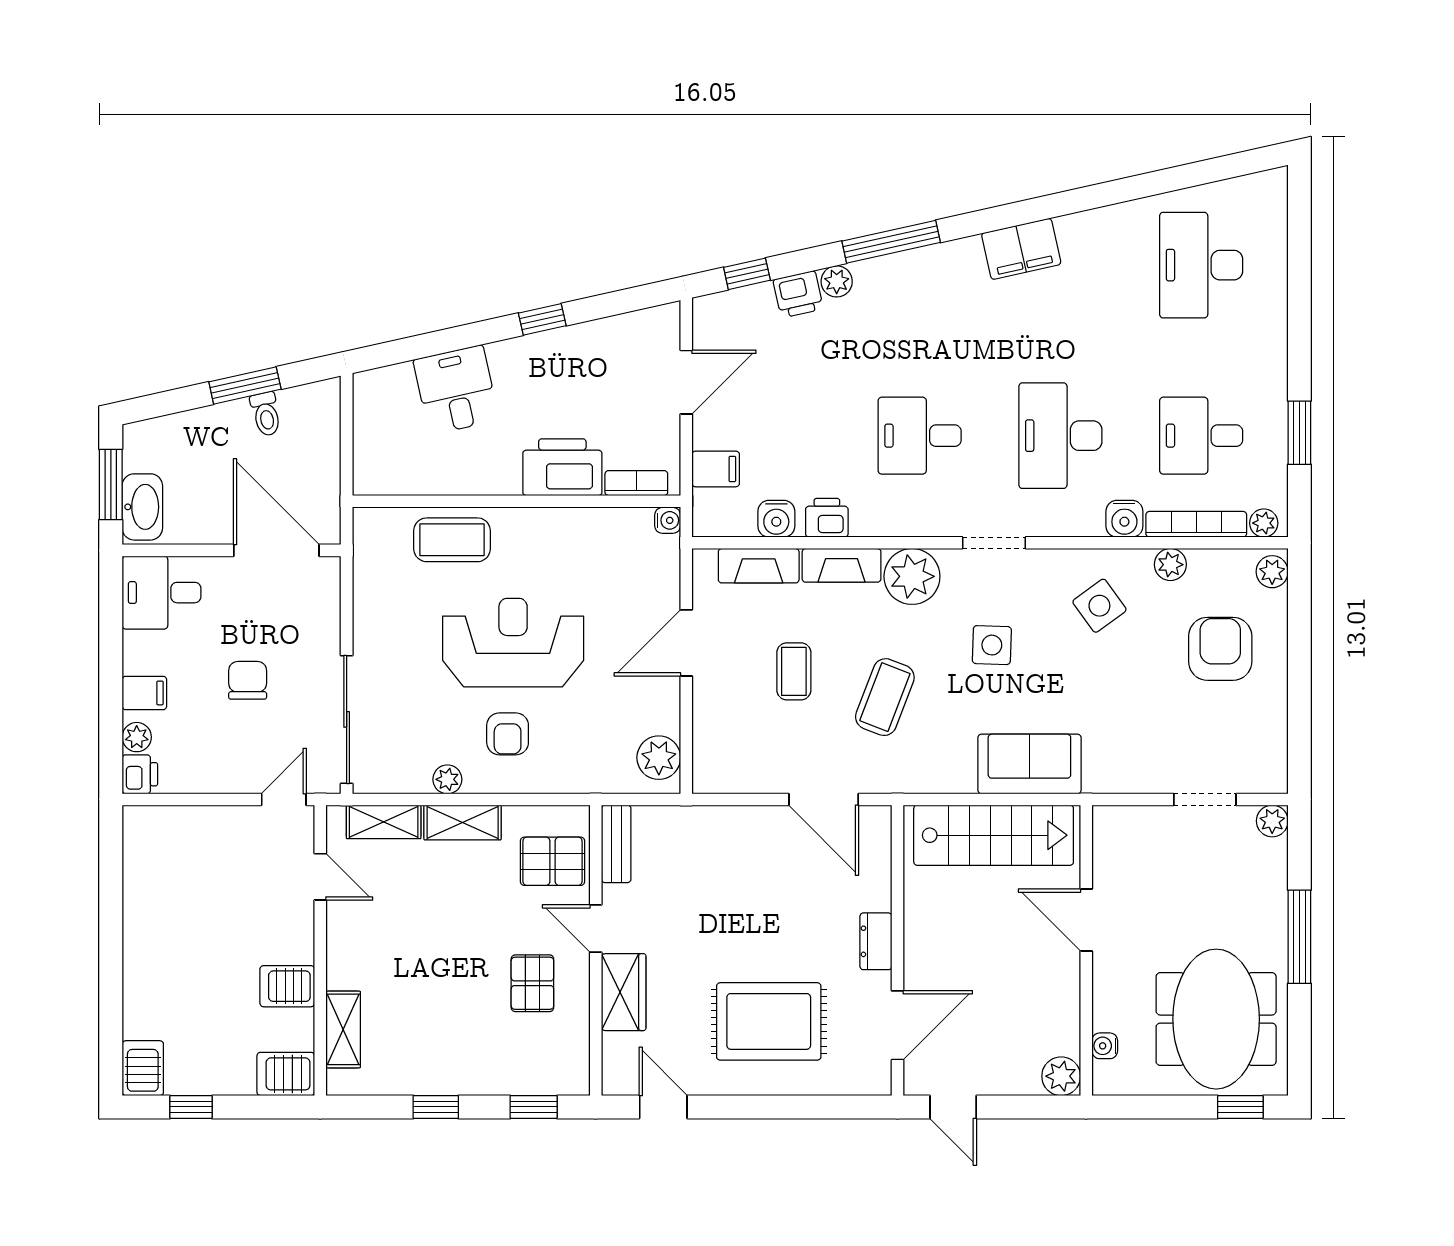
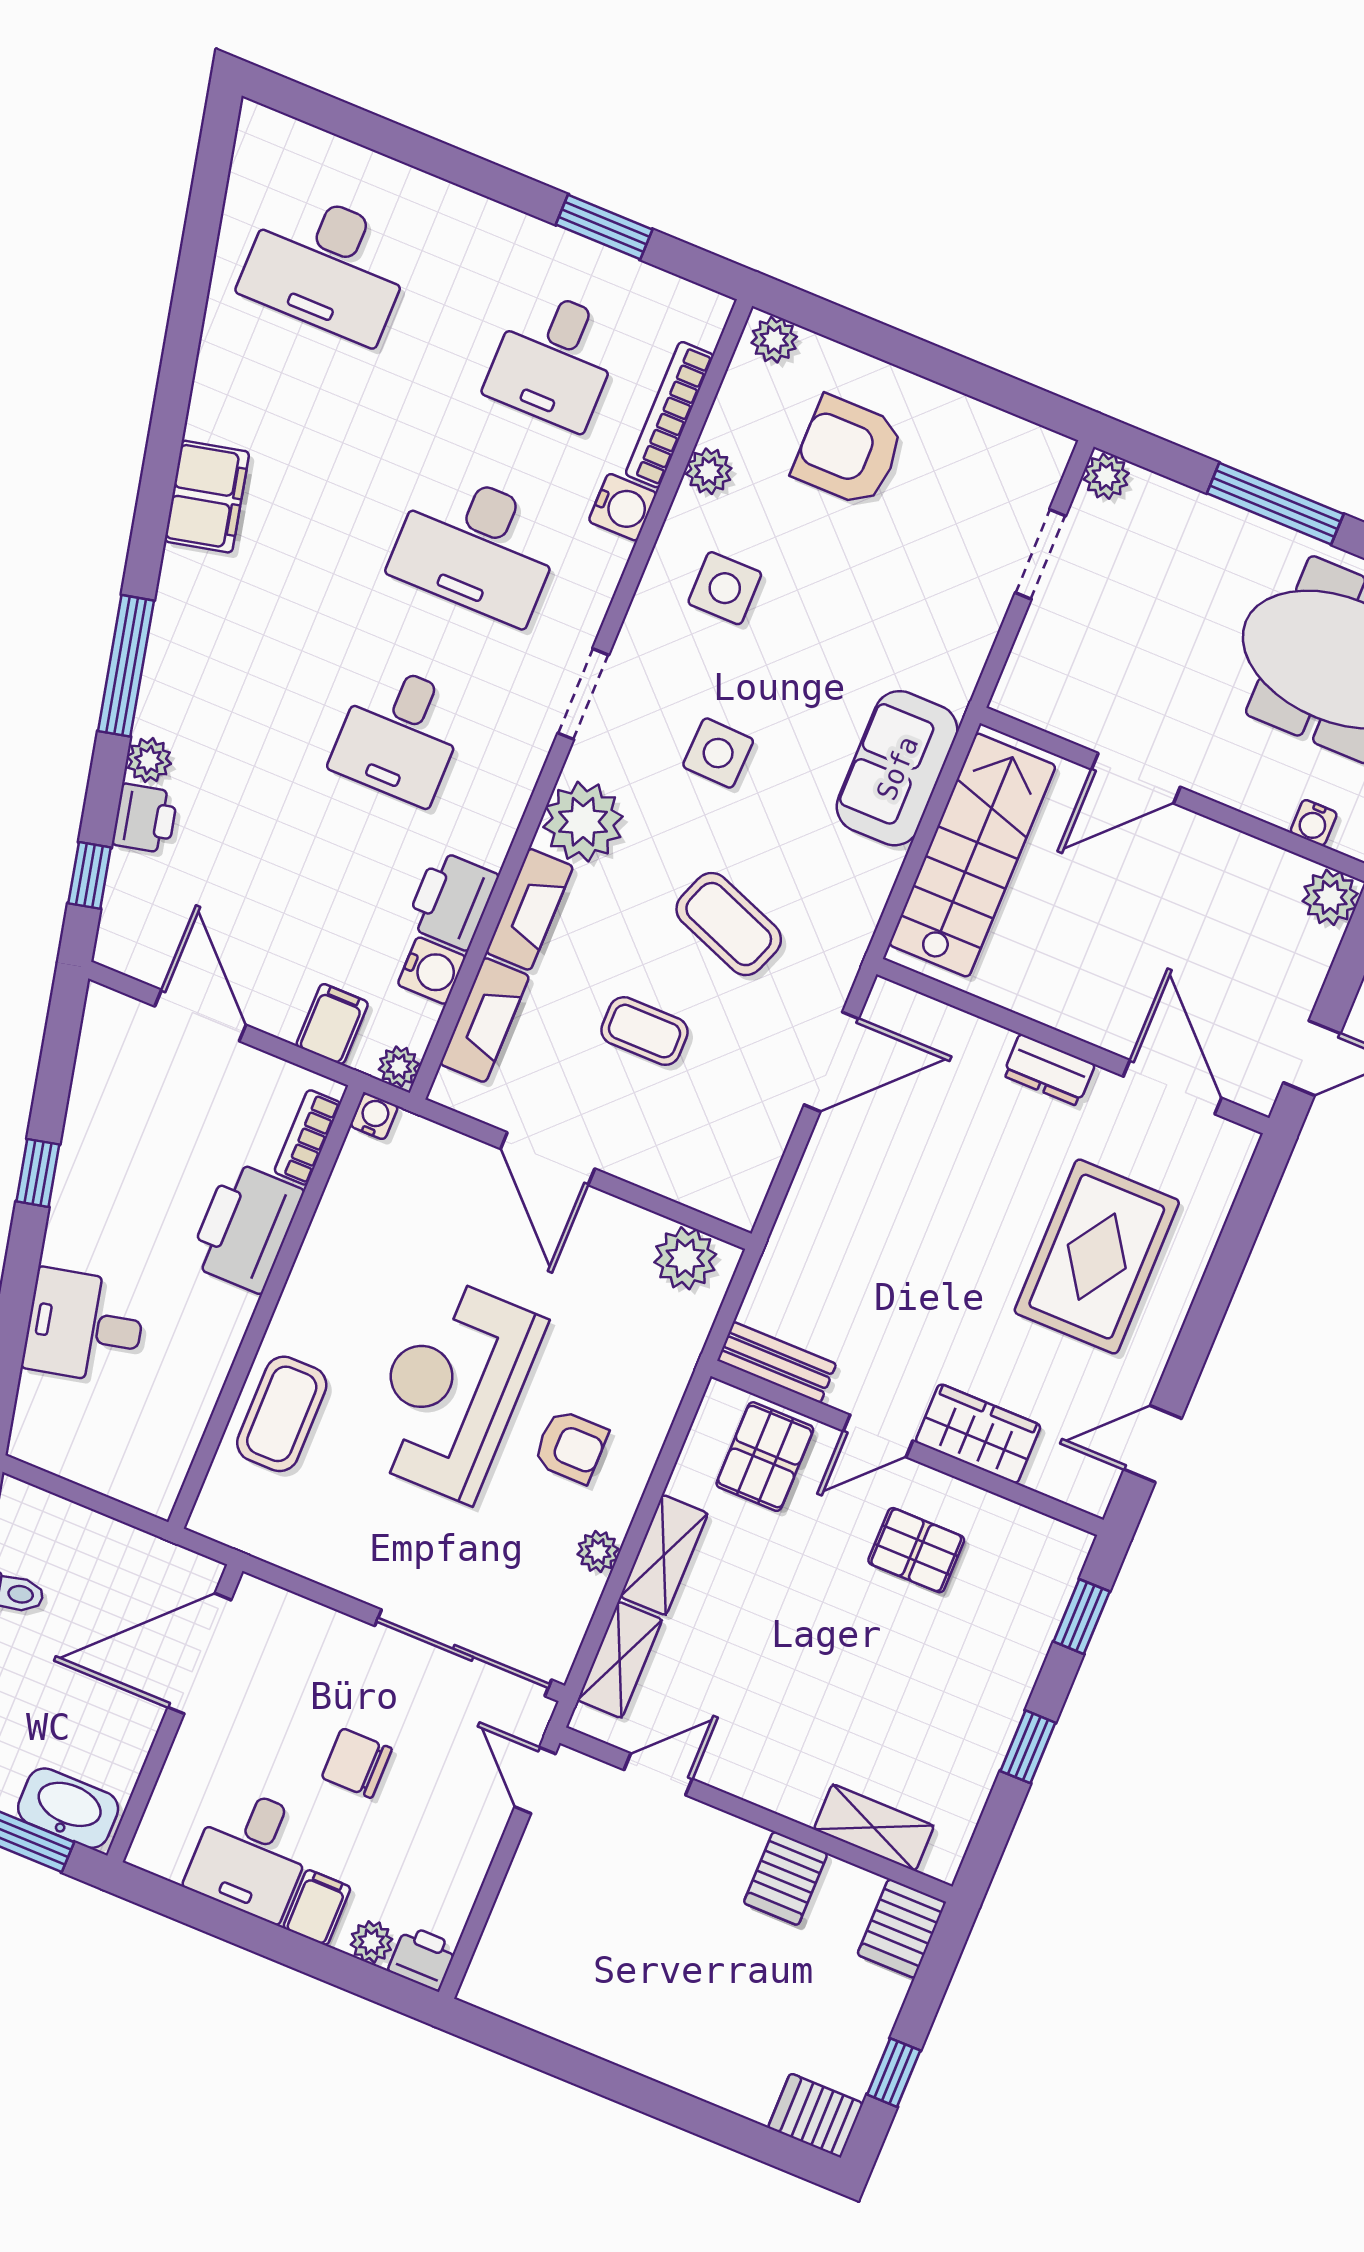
printer: (827, 518) -> (452, 900), width x1.36, depth x1.24
plant: (1264, 523) -> (399, 1067), moved
desk: (161, 593) -> (251, 1854), moved
side table: (1099, 606) -> (725, 588), turned 36

